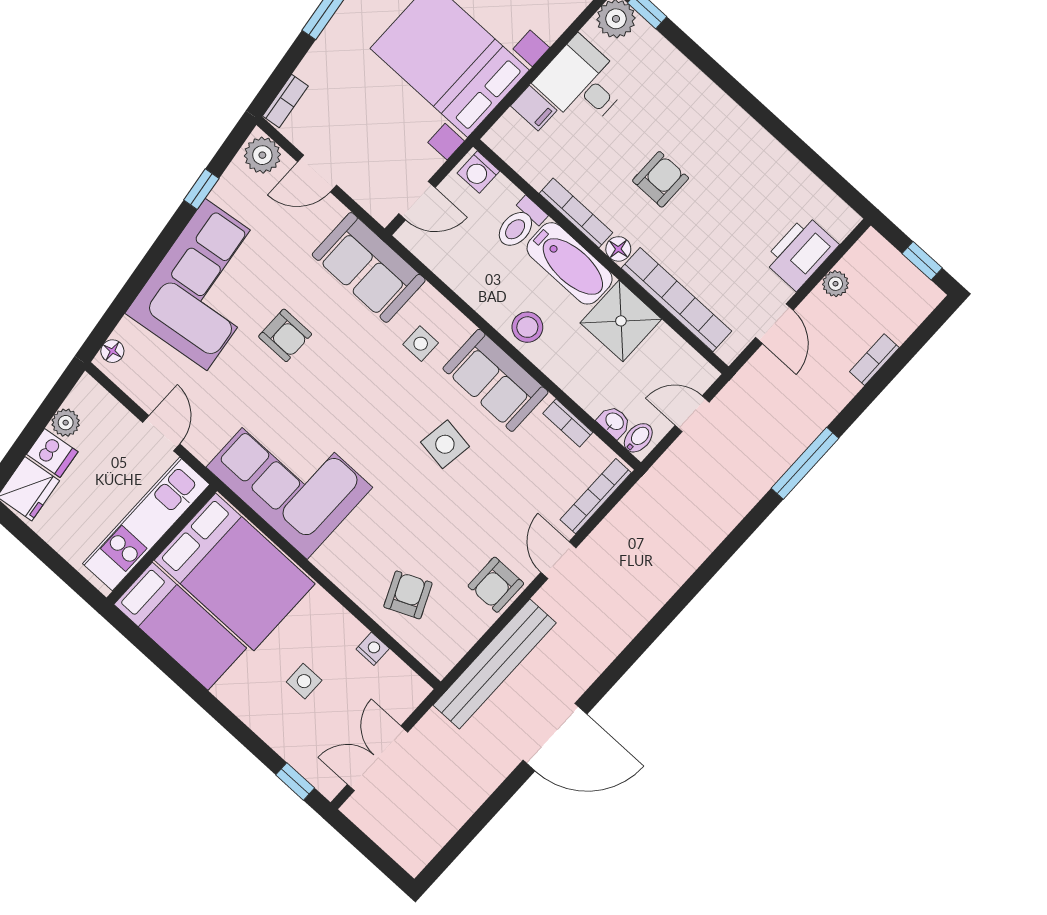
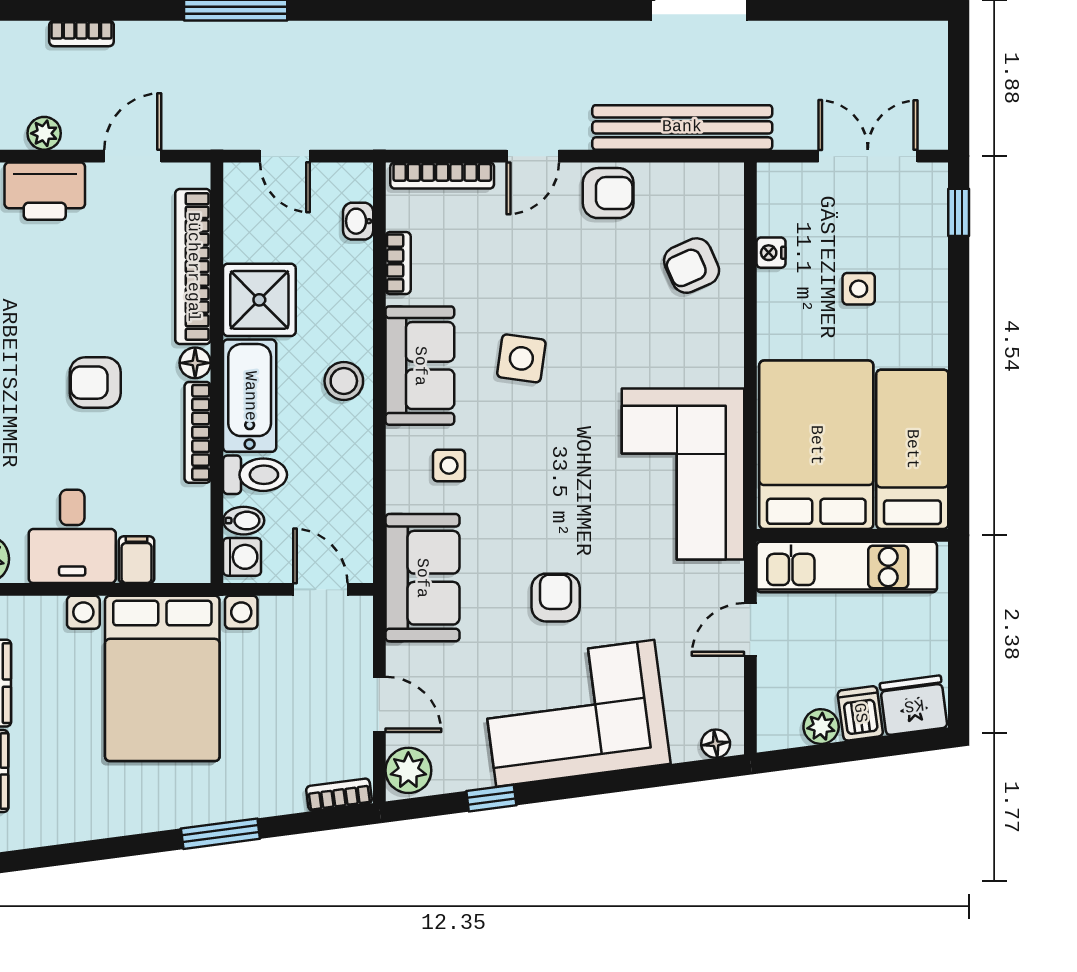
bidet: (638, 438) -> (244, 521), moved, turned 180
double door: (378, 758) -> (868, 156), swing flipped

